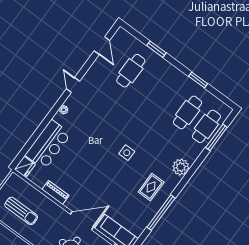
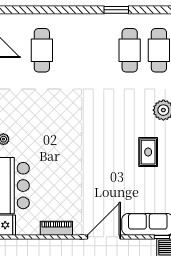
window: (156, 49) -> (52, 10), removed
side table: (127, 153) -> (98, 136), removed

